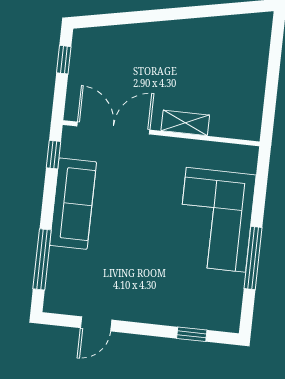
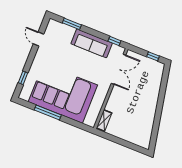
shelving: (185, 123) -> (104, 121), moved
corner sofa: (216, 220) -> (63, 93), width x1.36, depth x1.36
window: (42, 259) -> (72, 24), width x0.69

